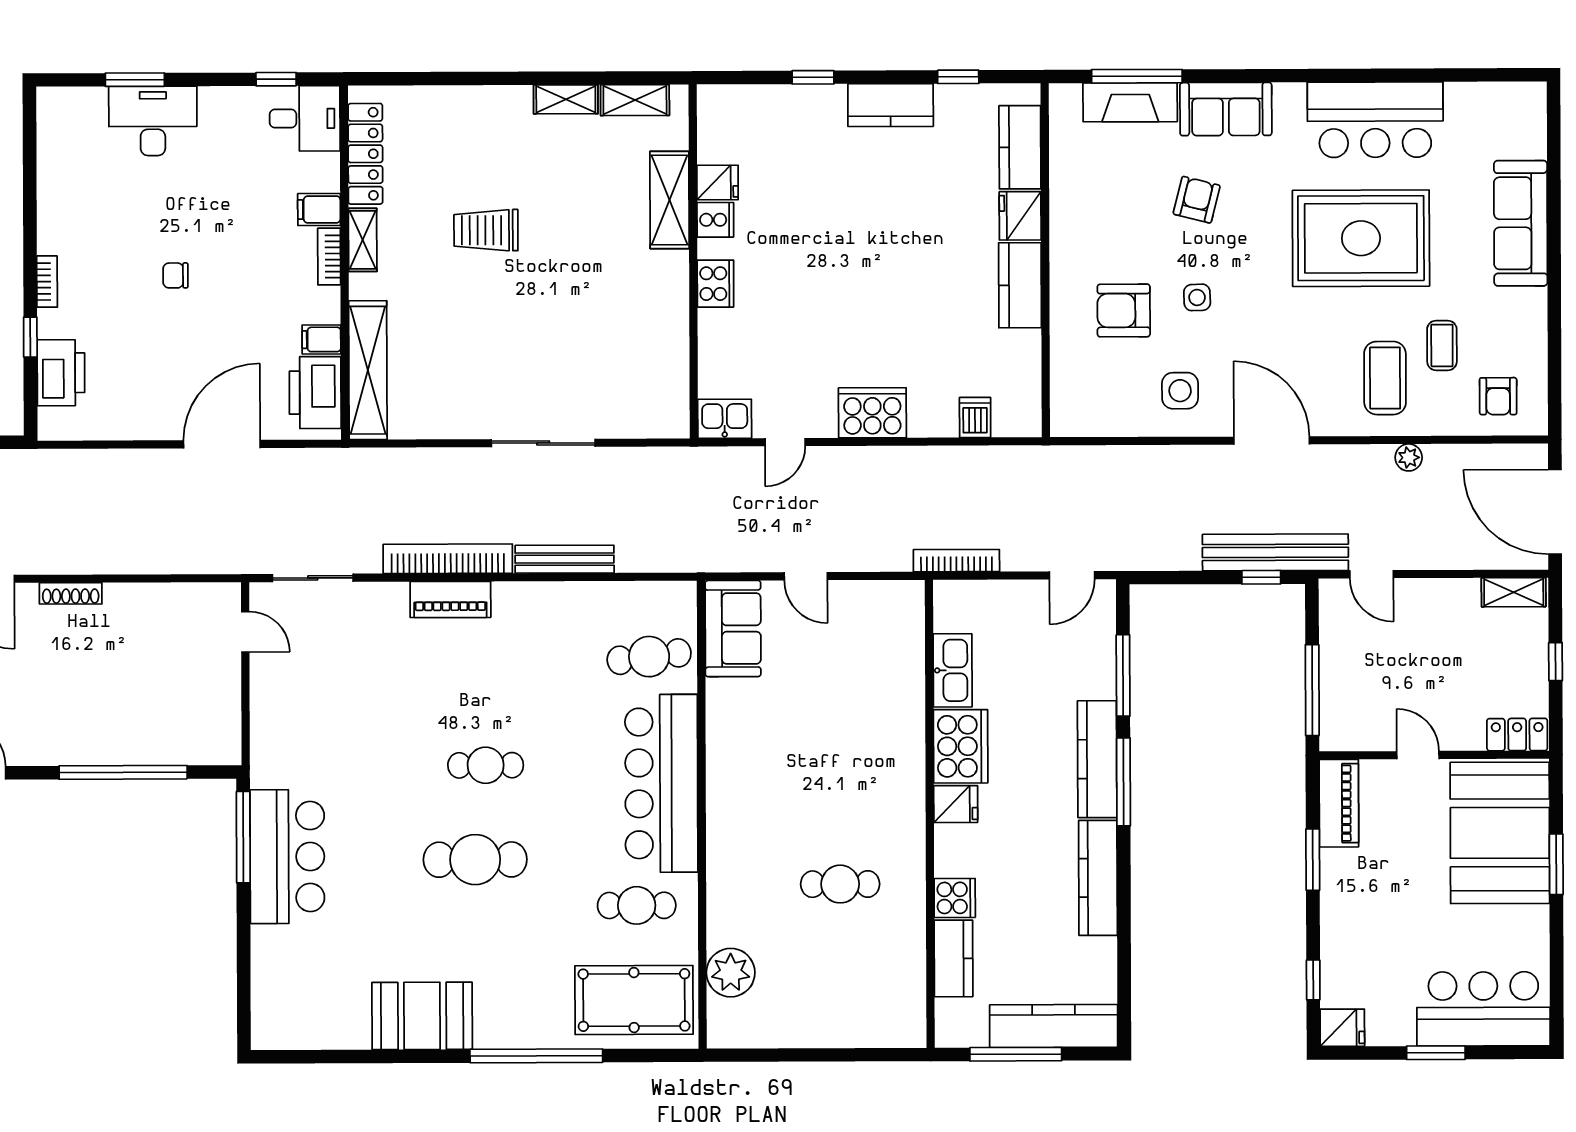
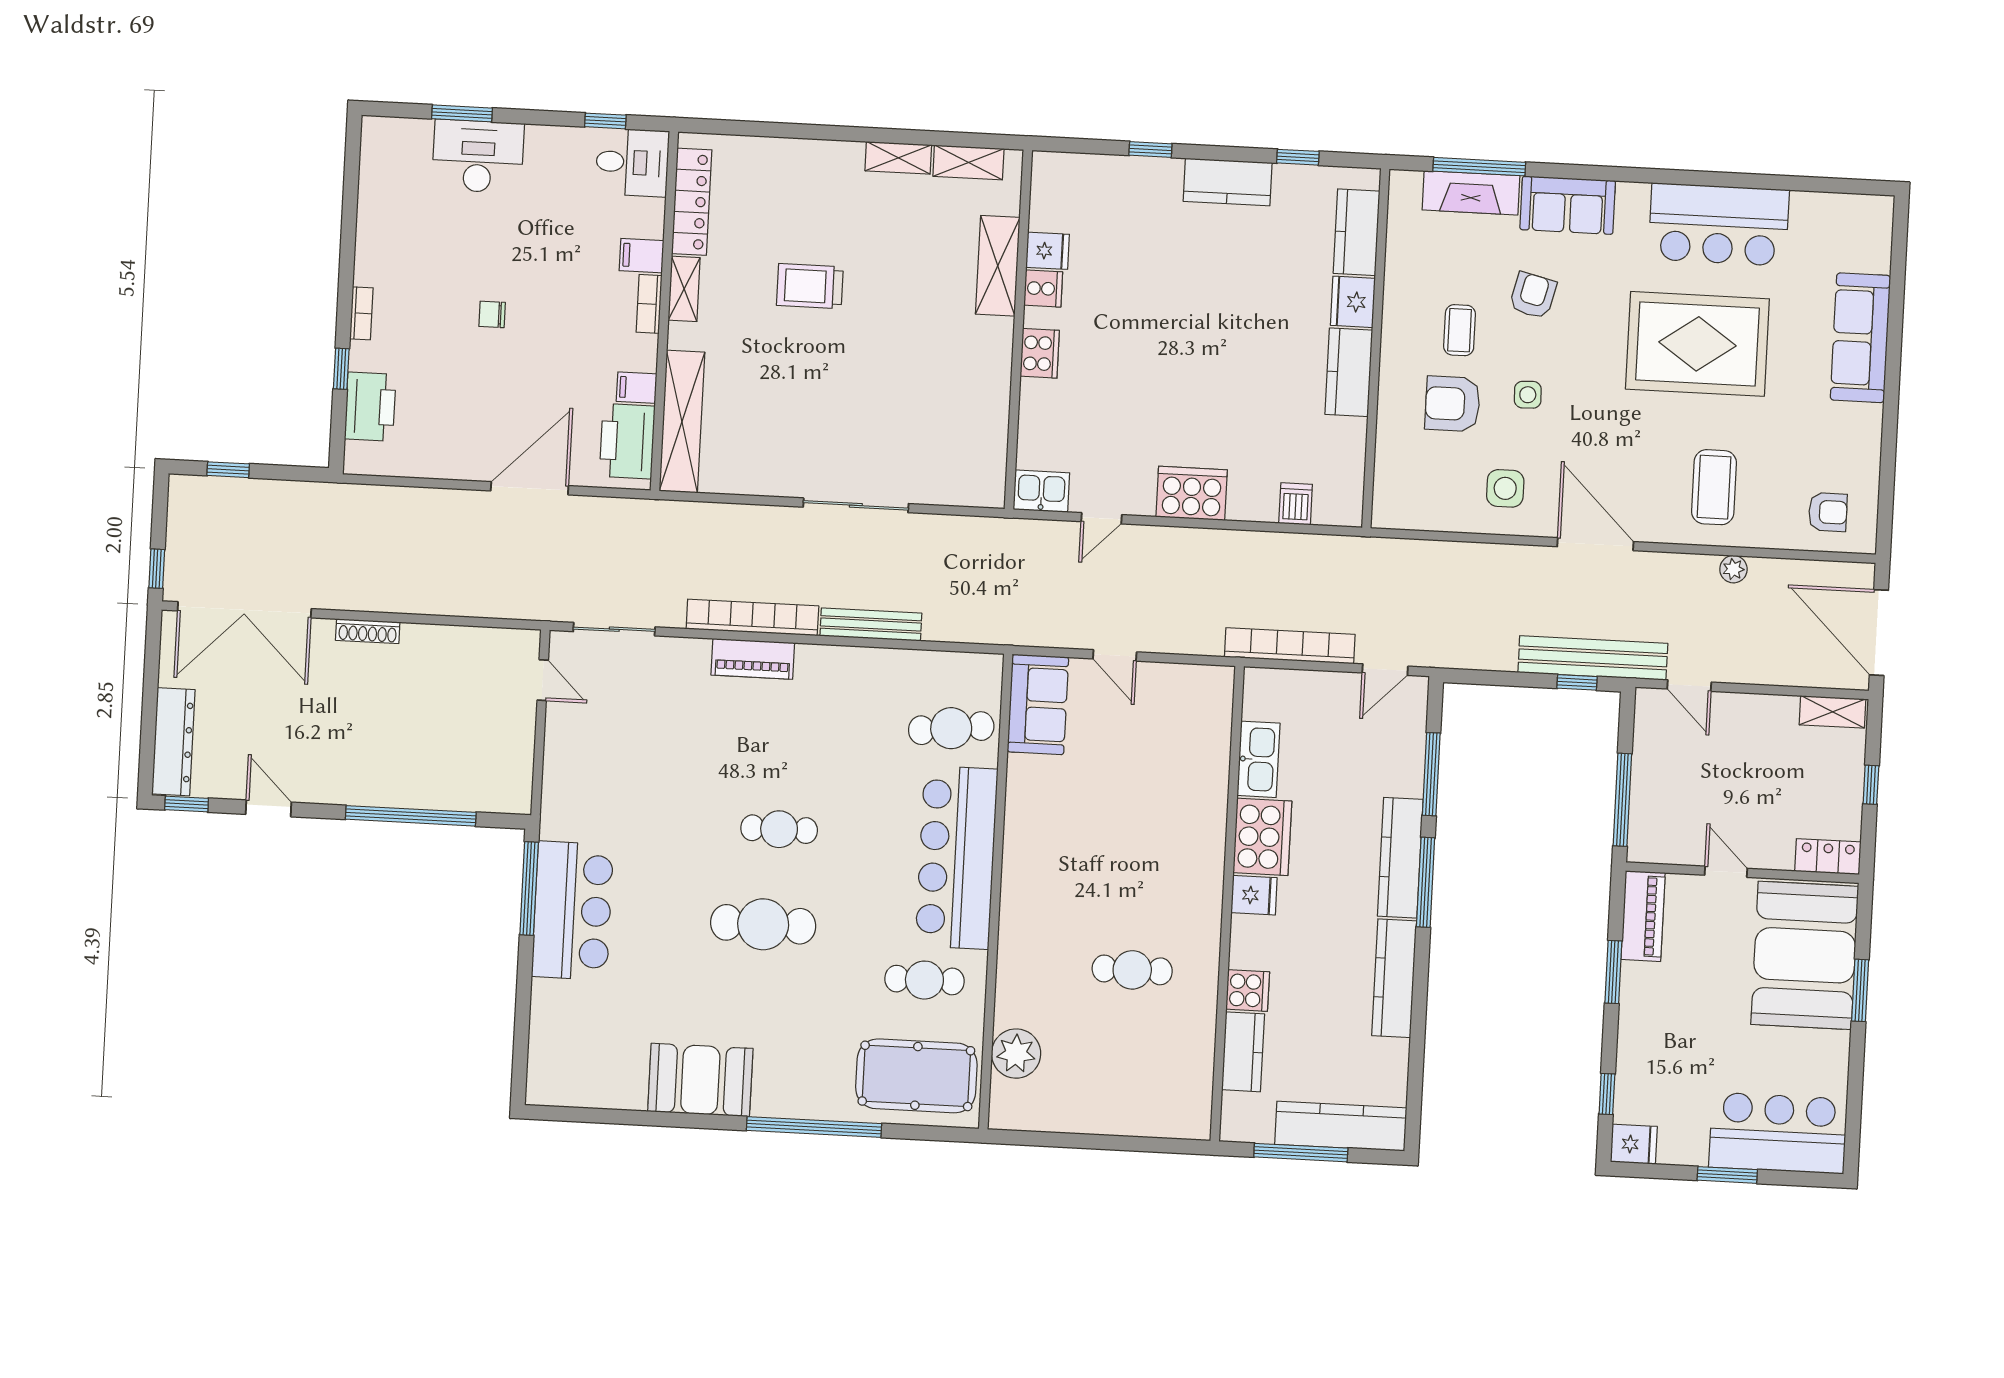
coffee table: (1442, 345) -> (1460, 330), moved
armchair: (1498, 396) -> (1828, 512), turned -90
bookcase: (956, 561) -> (1290, 646), width x1.48, depth x1.31

